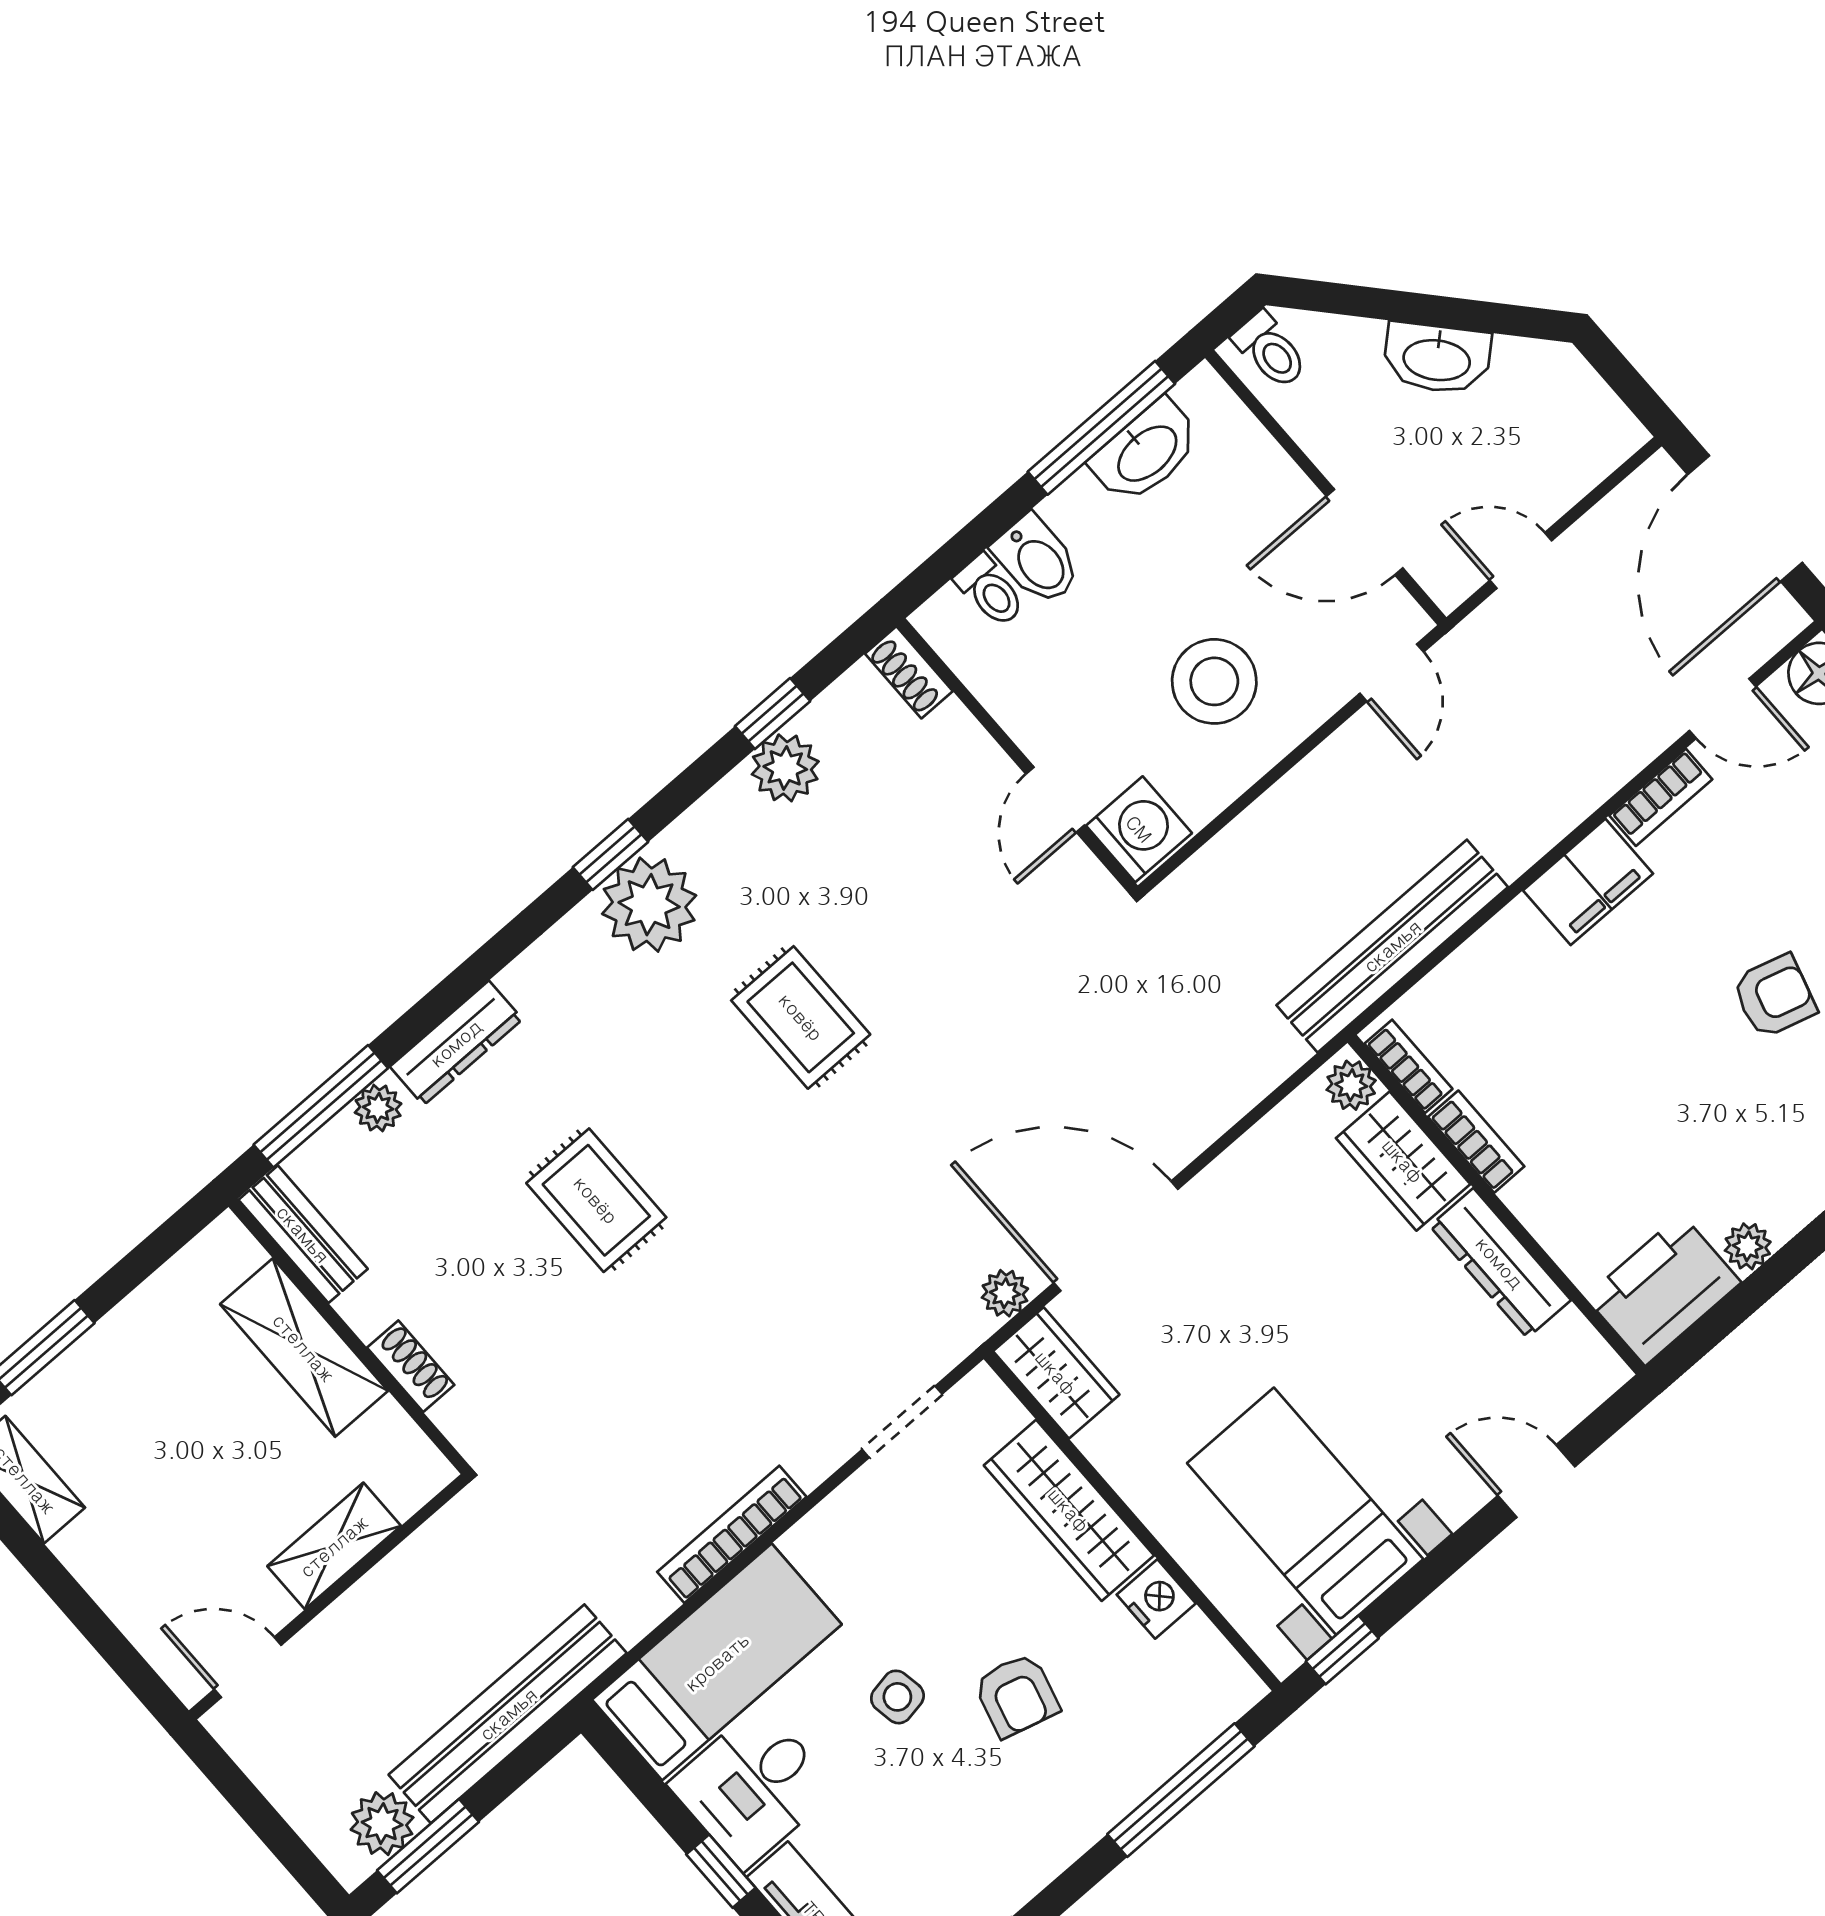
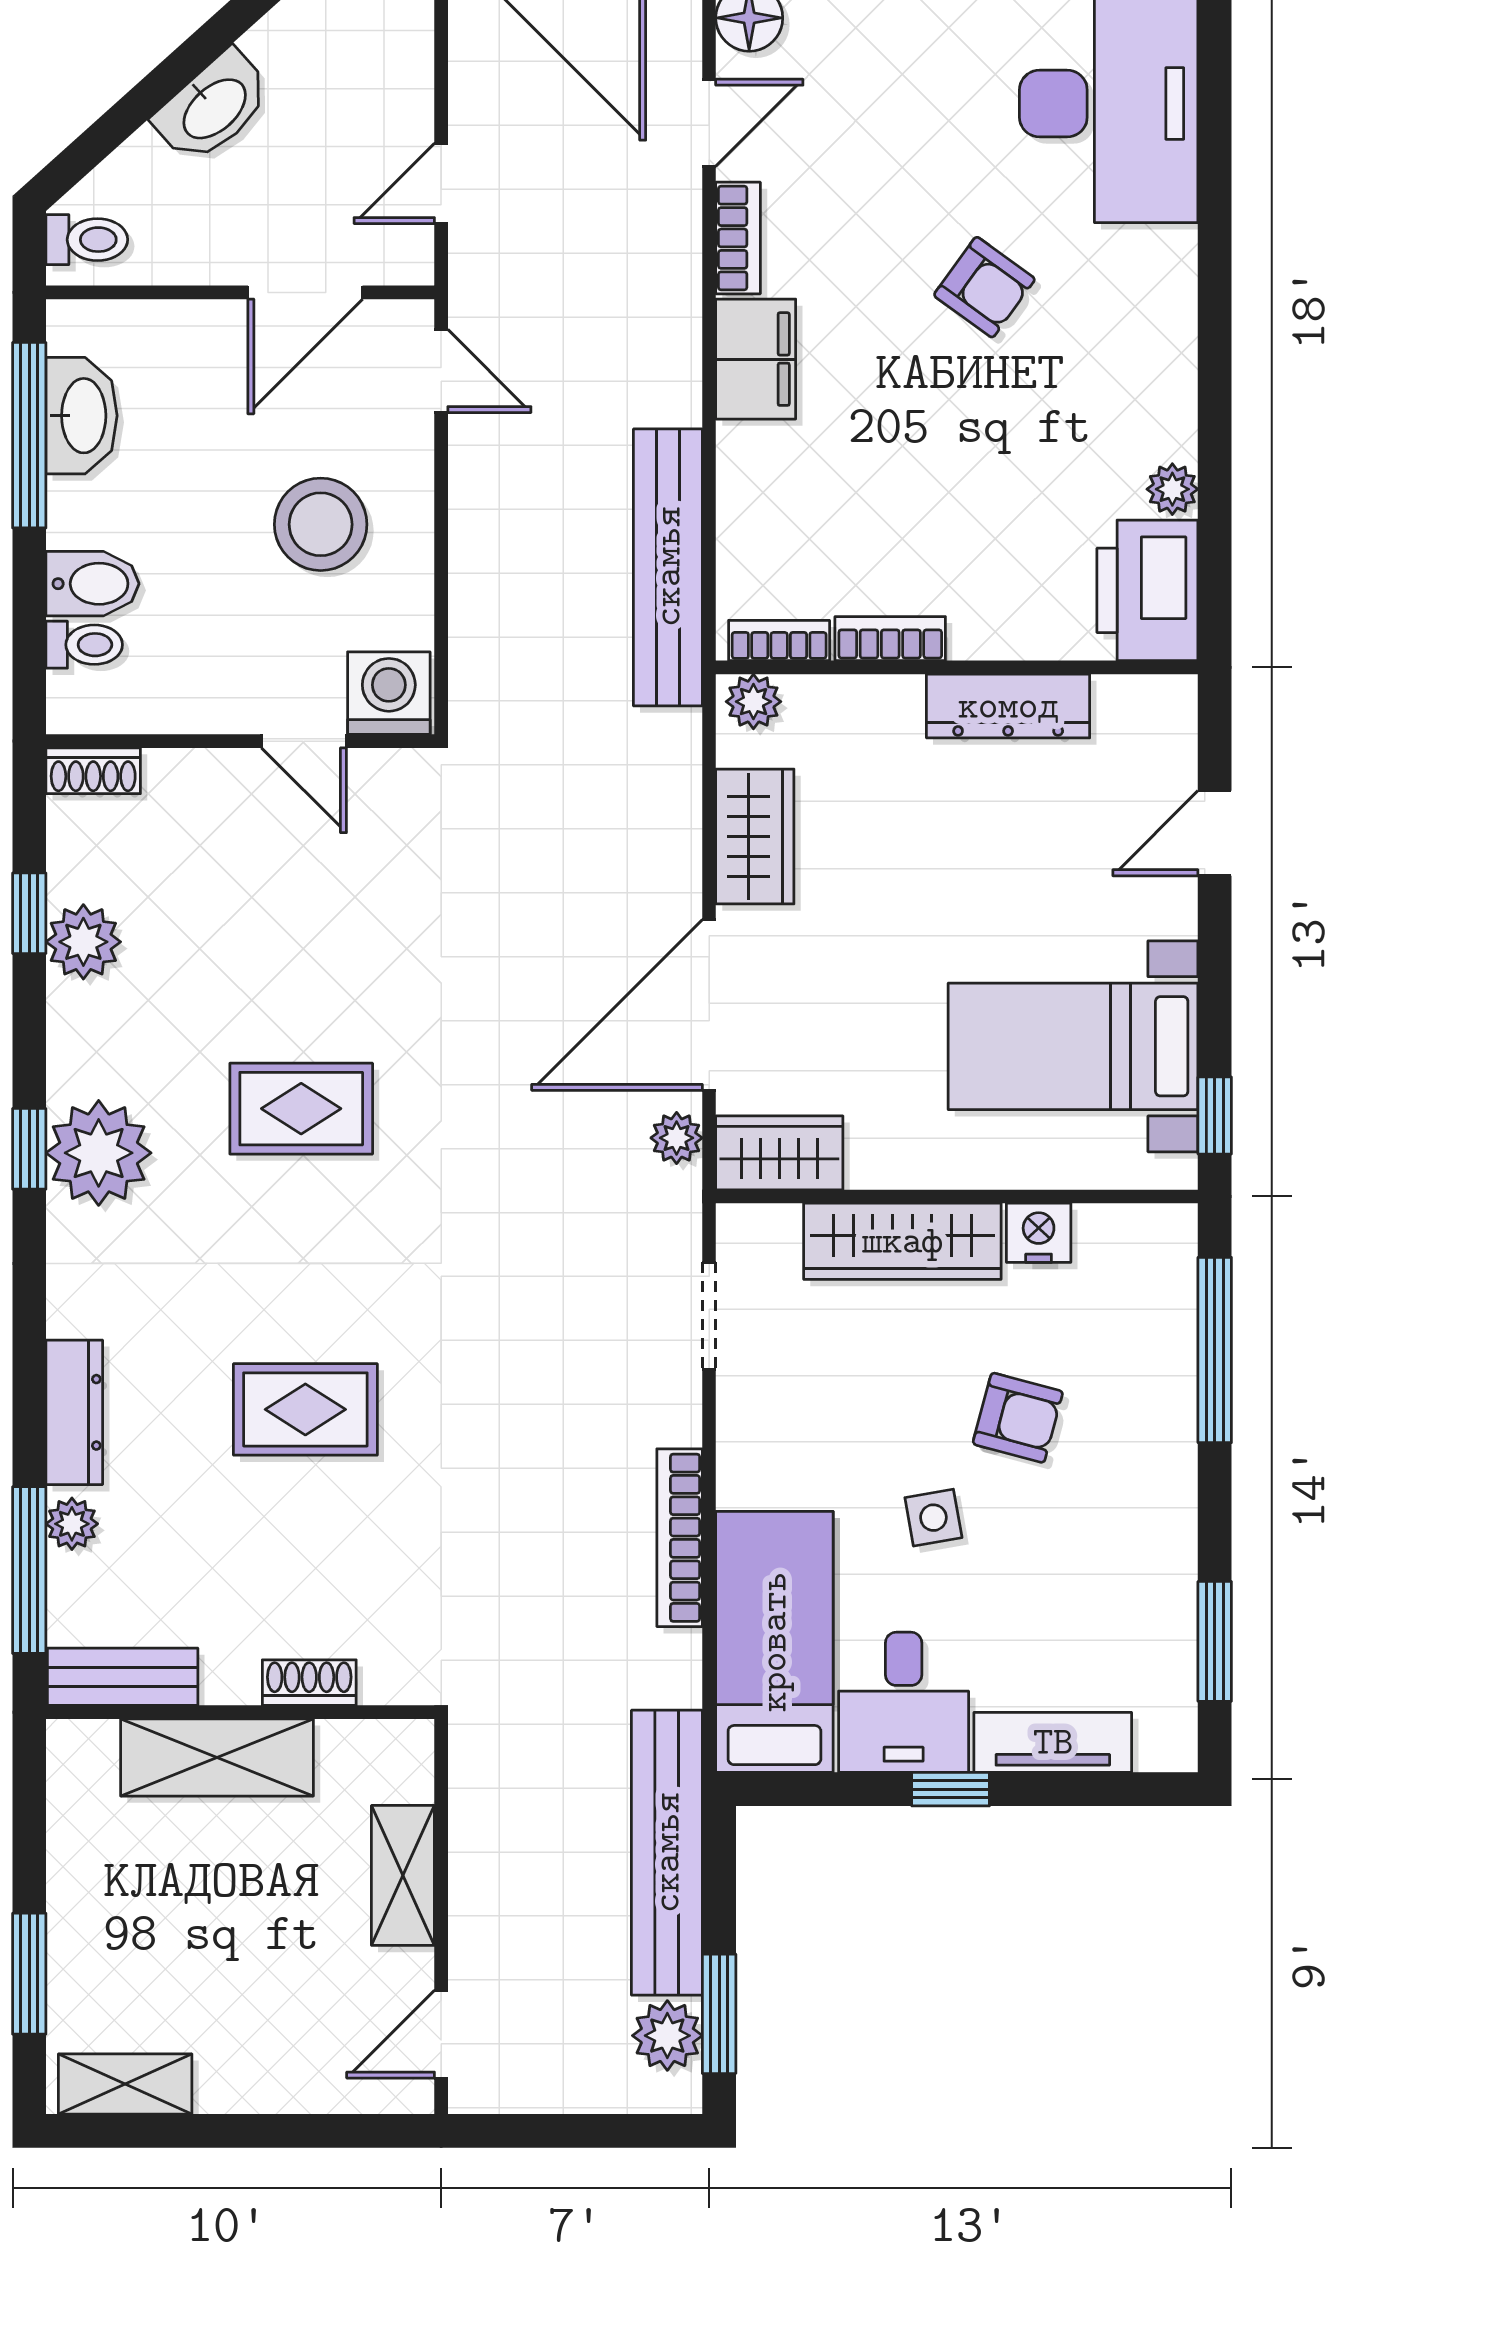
armchair: (1774, 996) -> (984, 287), turned 110
wardrobe: (1403, 1161) -> (755, 837), moved, turned -90

